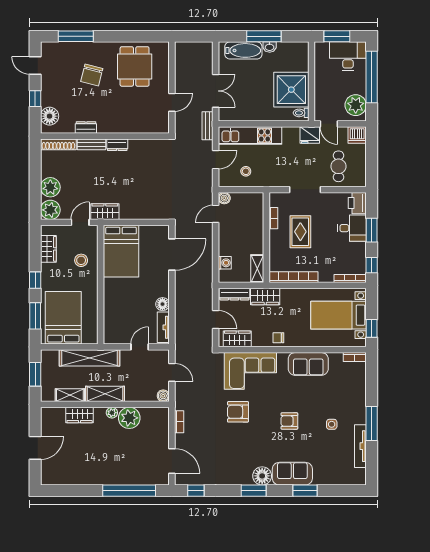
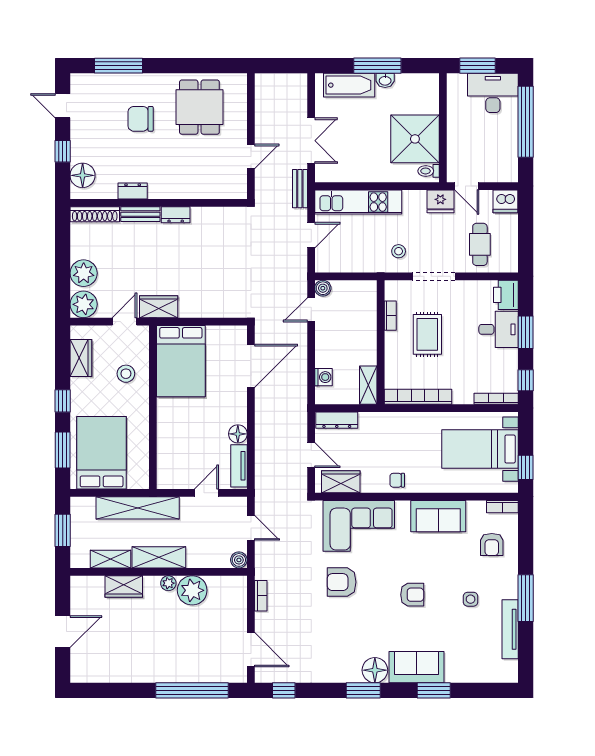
chair: (92, 75) -> (141, 119), turned 76
plant: (356, 105) -> (504, 160), removed
stool: (246, 171) -> (399, 251), moved
wardrobe: (265, 297) -> (379, 423), removed
armchair: (347, 385) -> (492, 544), added
armchair: (289, 421) -> (412, 595), turned 180

